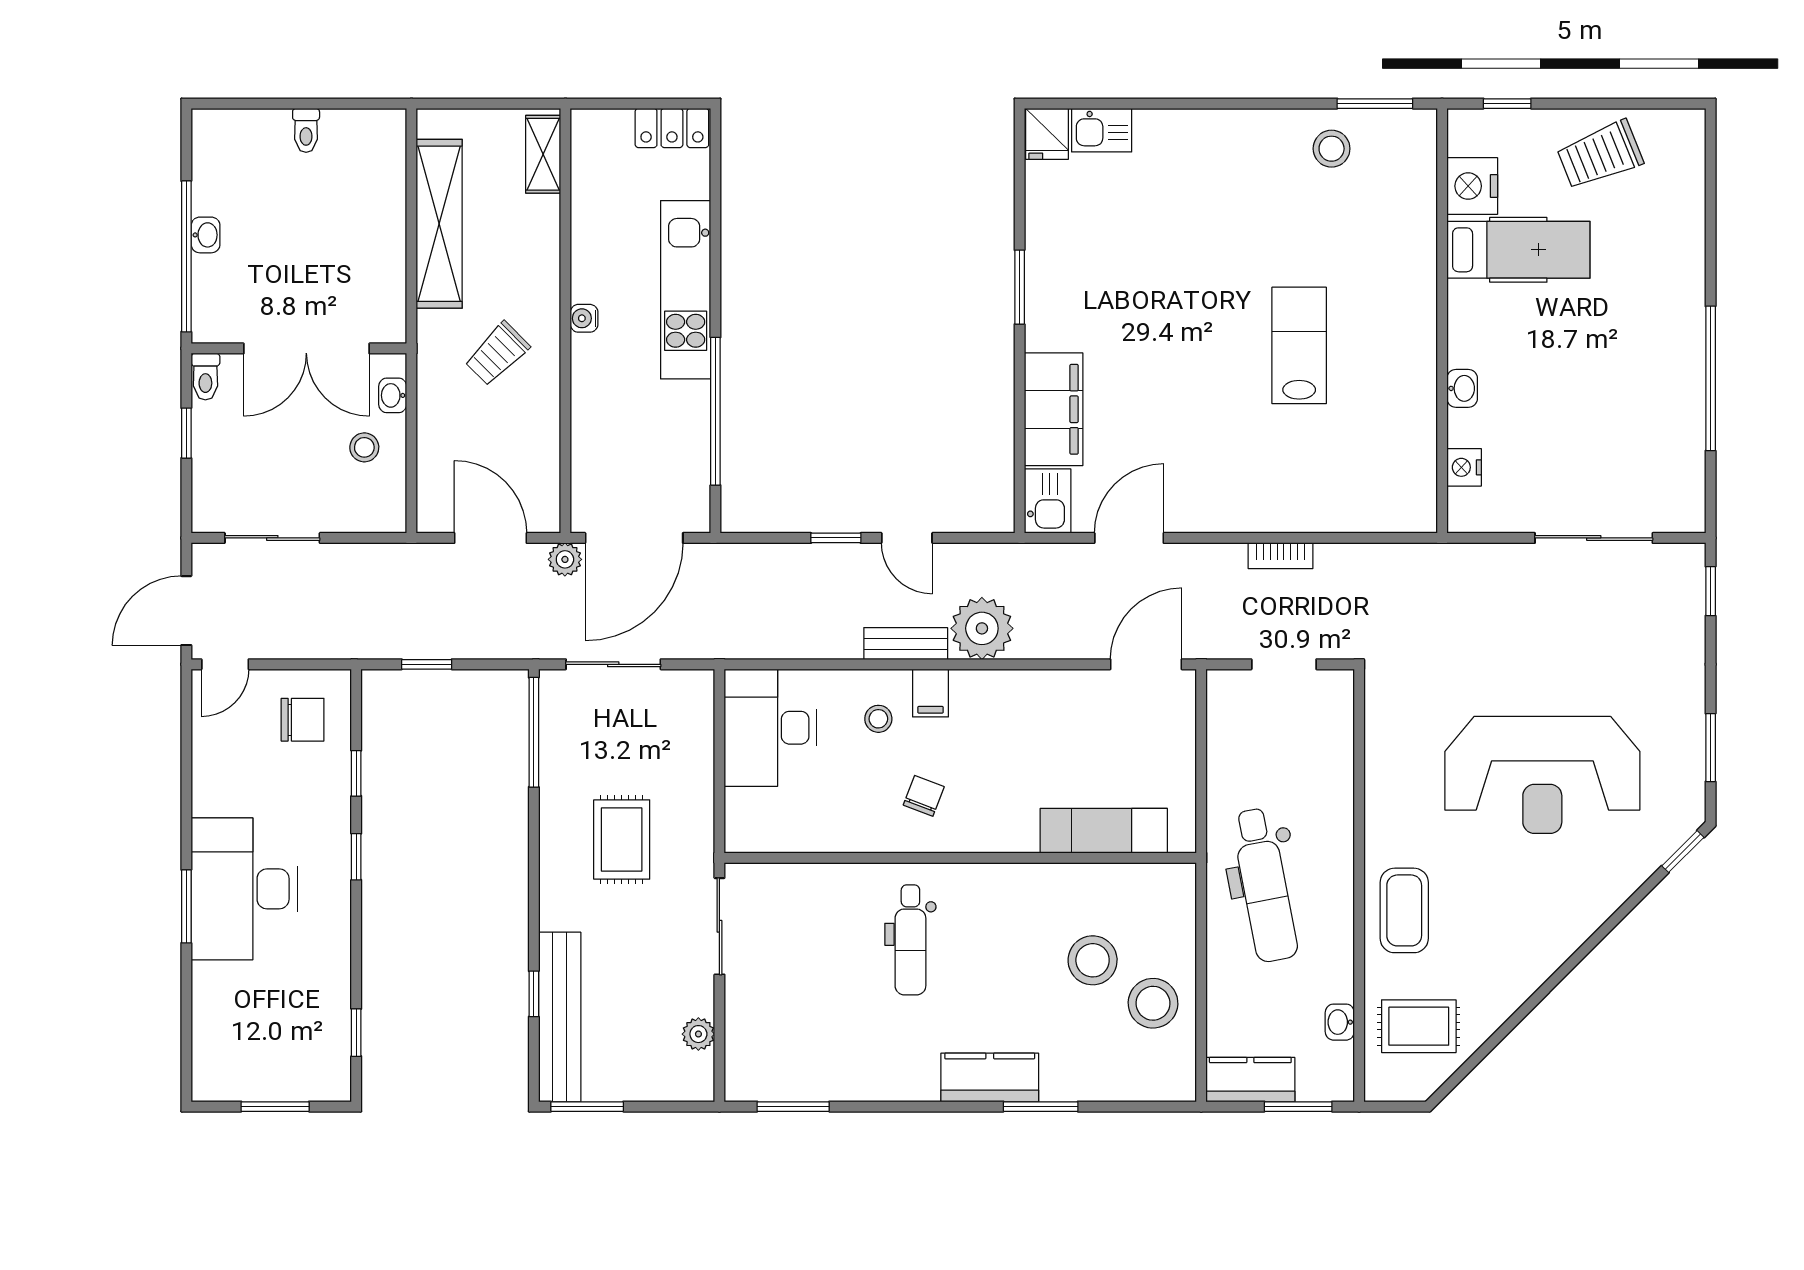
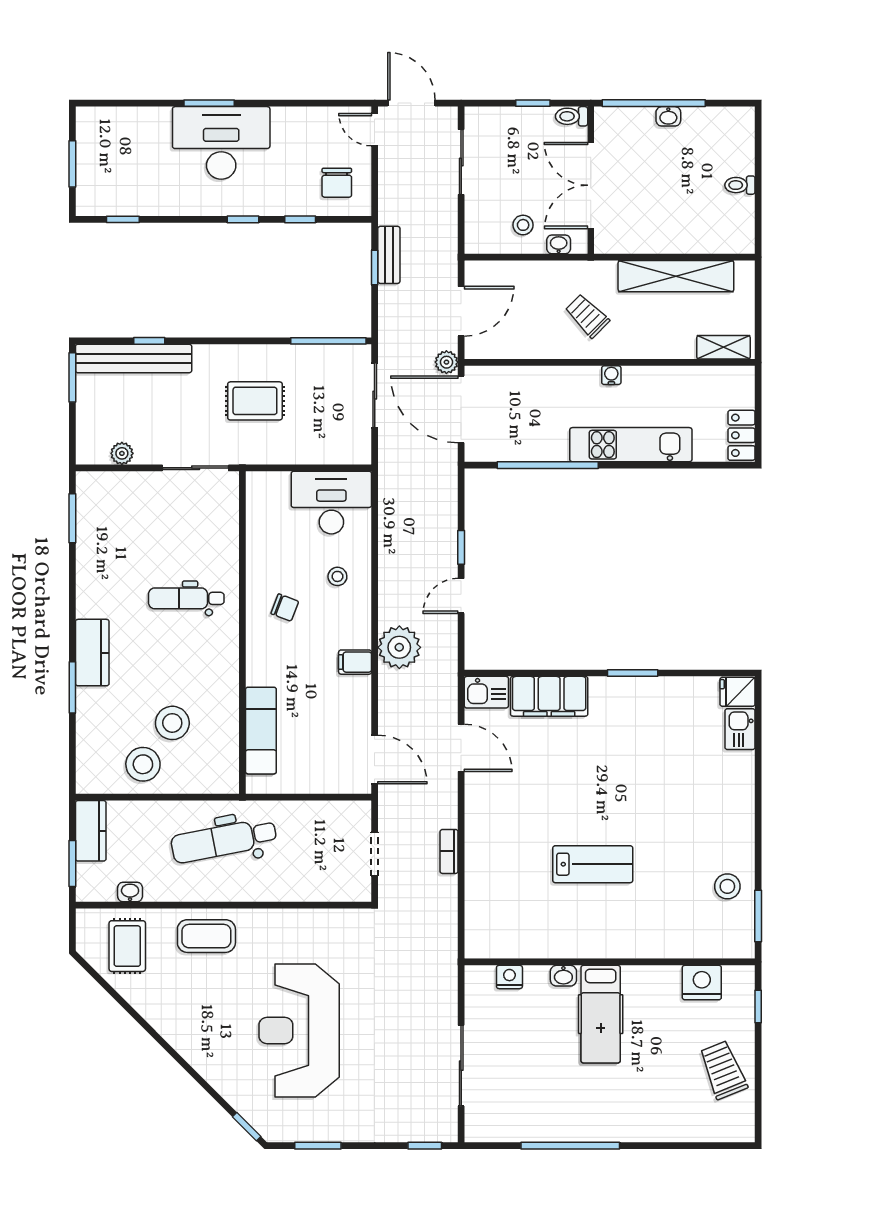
hospital bed: (1518, 250) -> (601, 1014), moved
bench: (906, 644) -> (389, 255), moved
filing cabinet: (931, 693) -> (355, 662), moved

